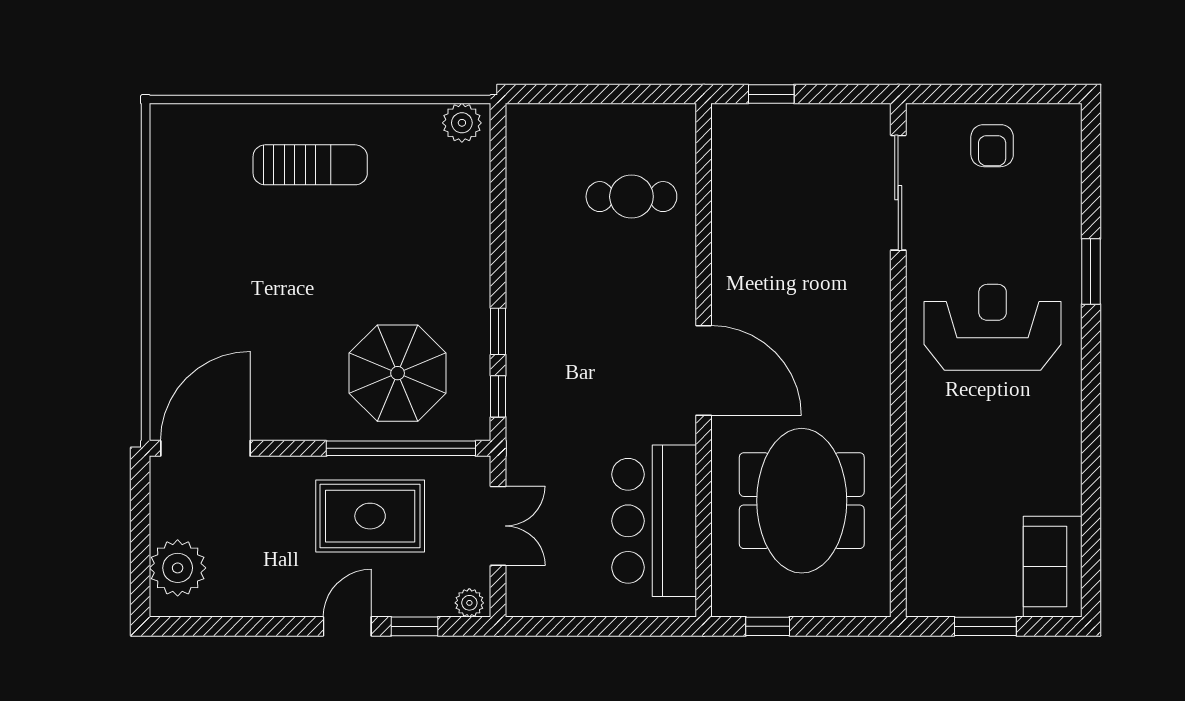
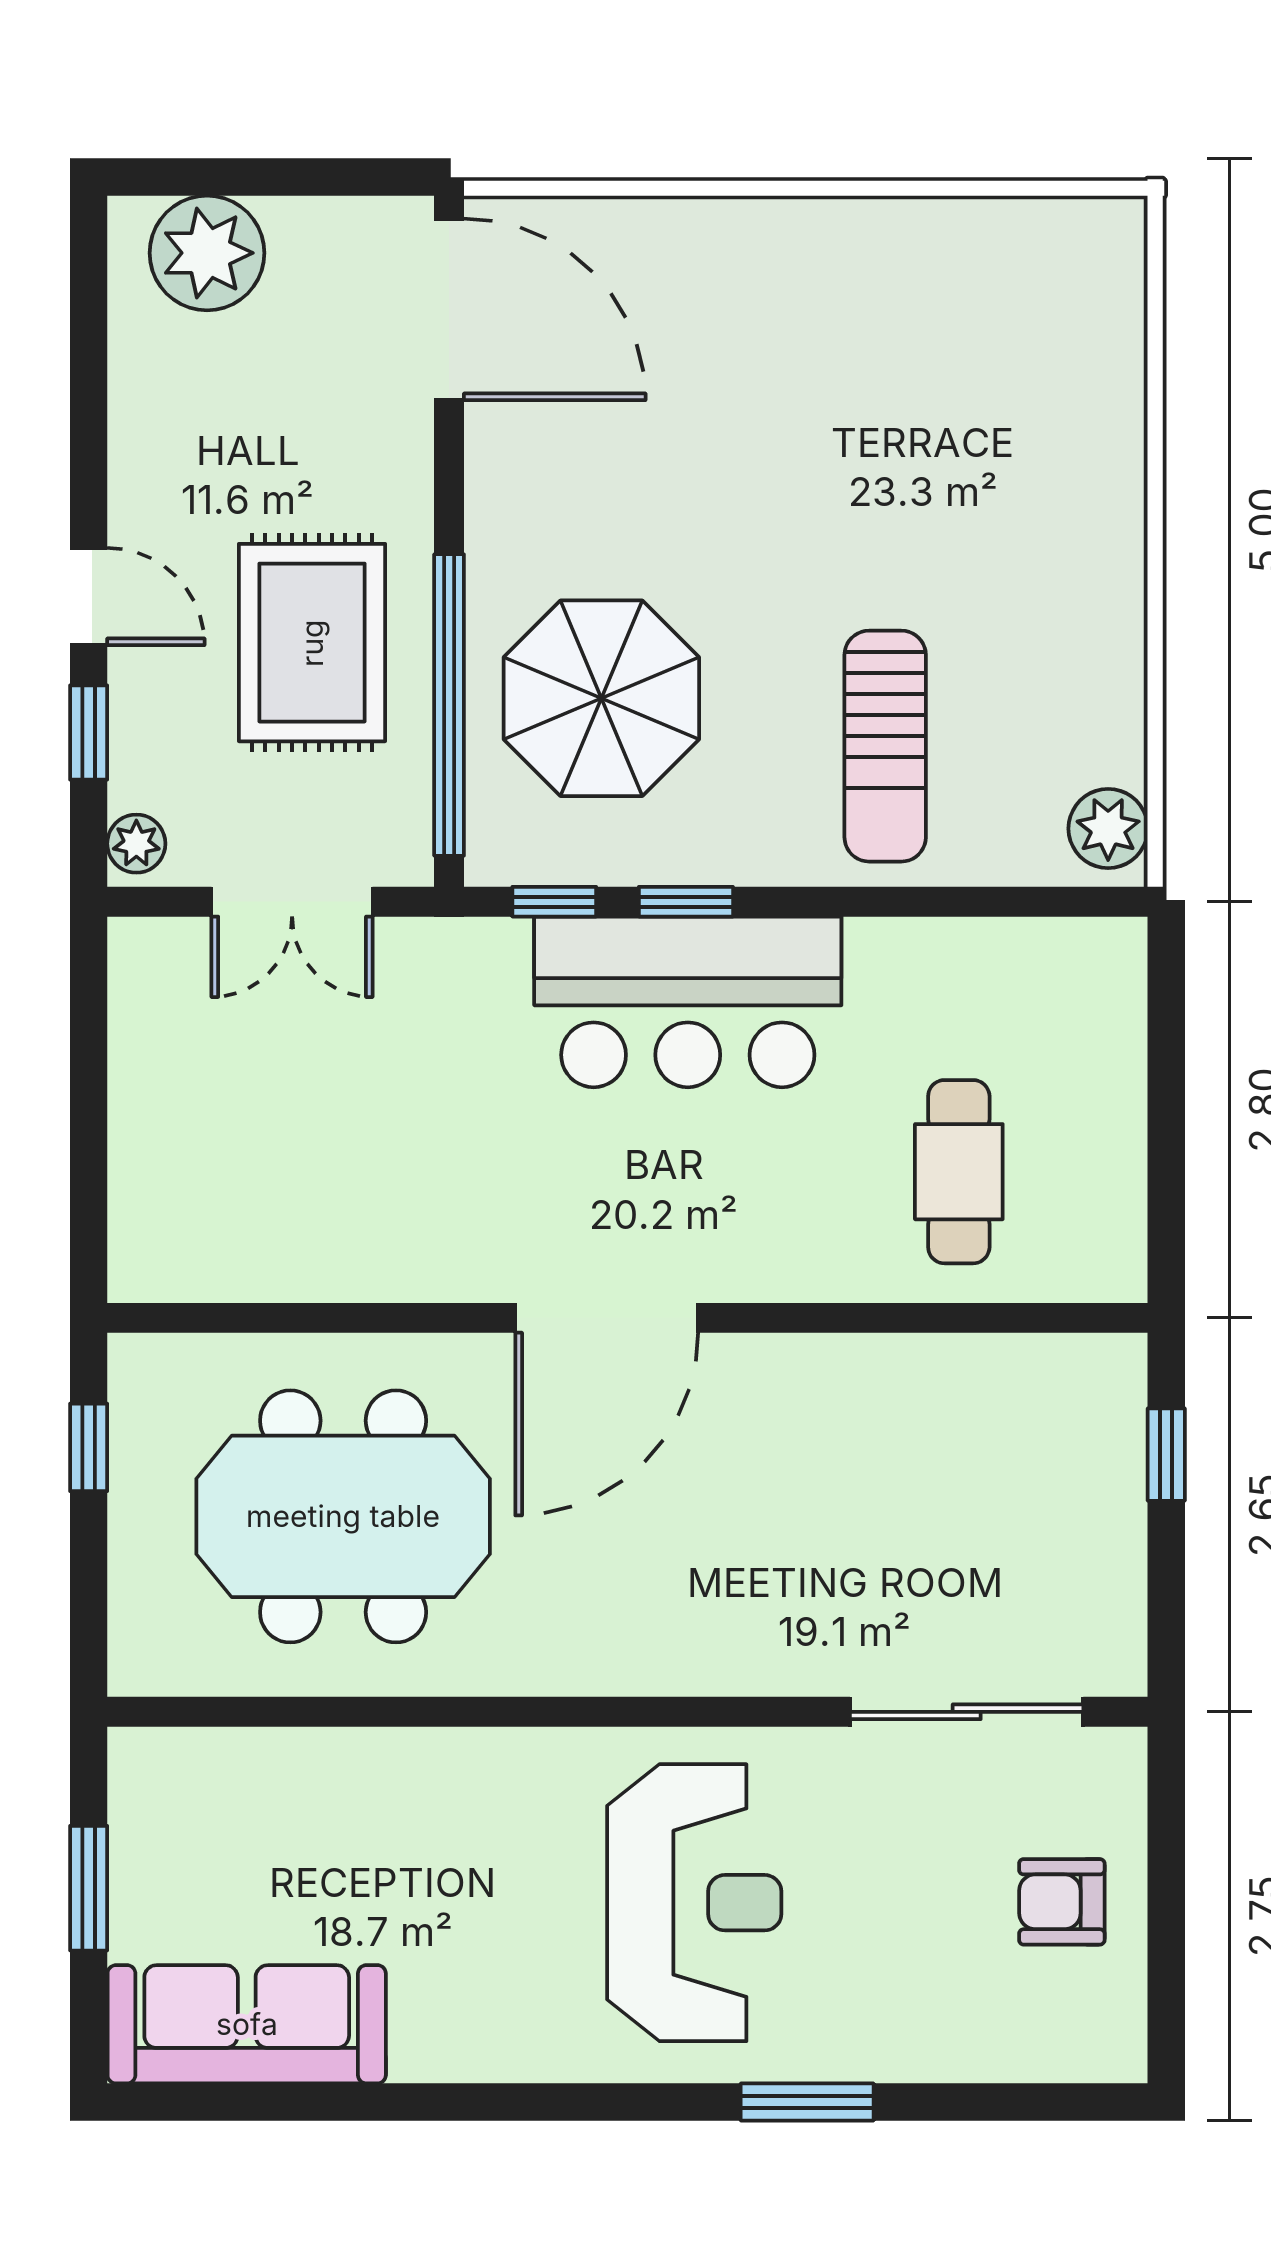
sun lounger: (310, 165) -> (885, 746), moved
bar counter: (654, 521) -> (688, 1002), moved, turned 180
sofa: (1053, 567) -> (247, 2024), width x1.36

